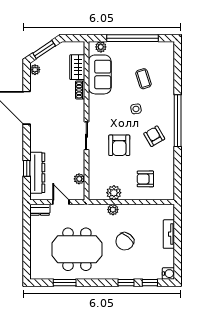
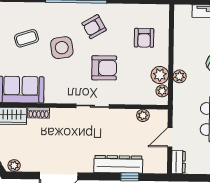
side table: (136, 109) -> (62, 48), width x1.87, depth x1.87
dresser: (37, 173) -> (118, 164), moved
plant: (100, 195) -> (162, 91), added

